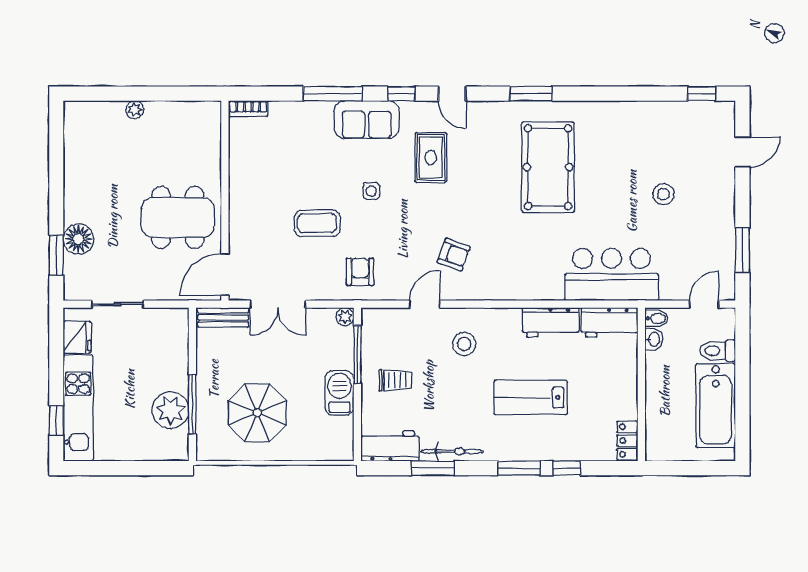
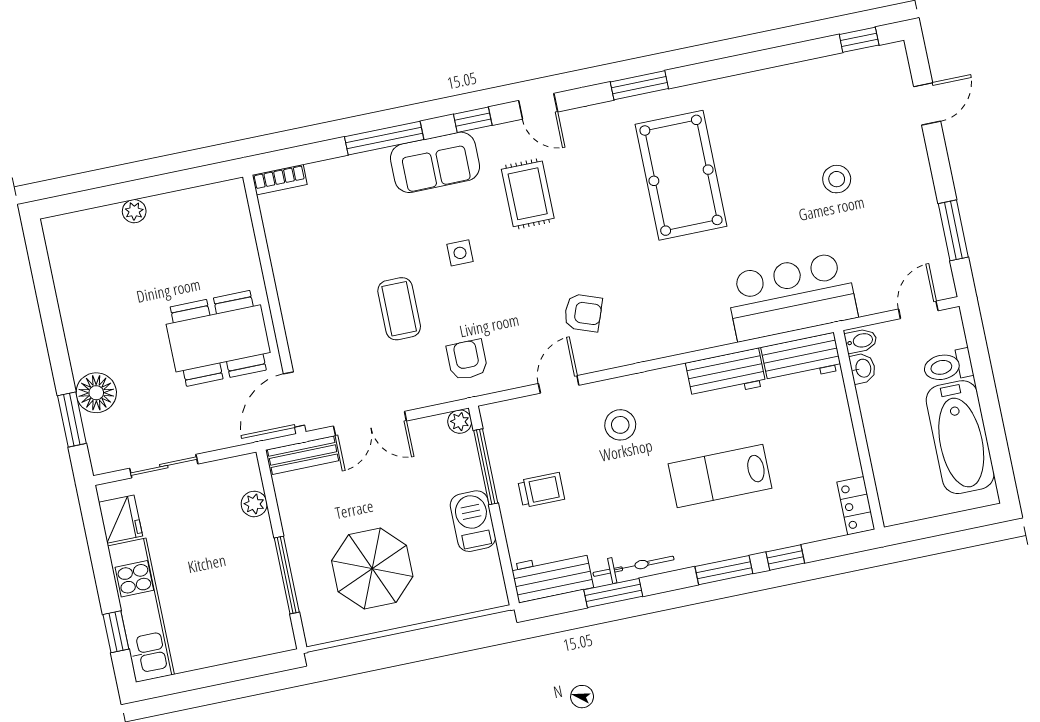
coffee table: (317, 223) -> (399, 309), turned 90
plant: (170, 410) -> (254, 504), moved, width x0.53, depth x0.53

